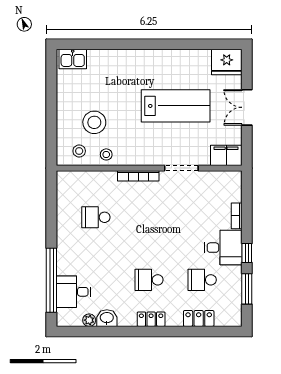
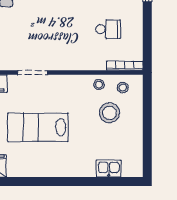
kitchen sink: (73, 59) -> (109, 169), moved
bookcase: (138, 176) -> (125, 66), moved

